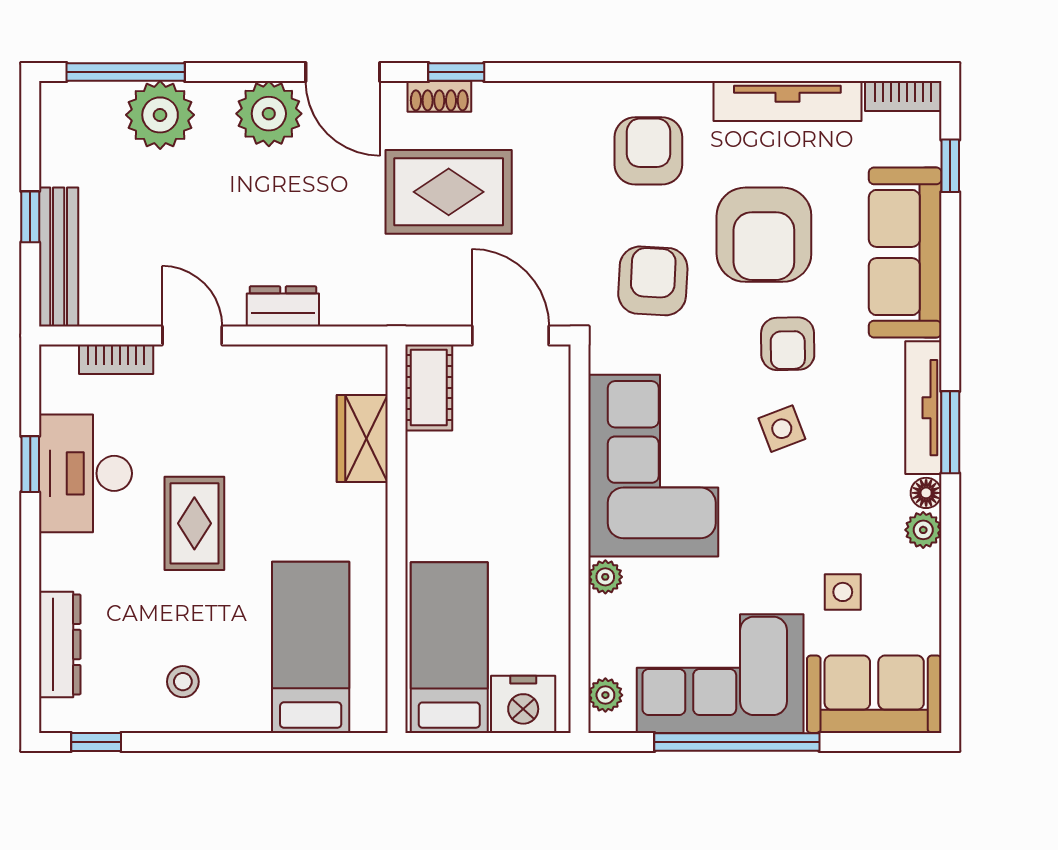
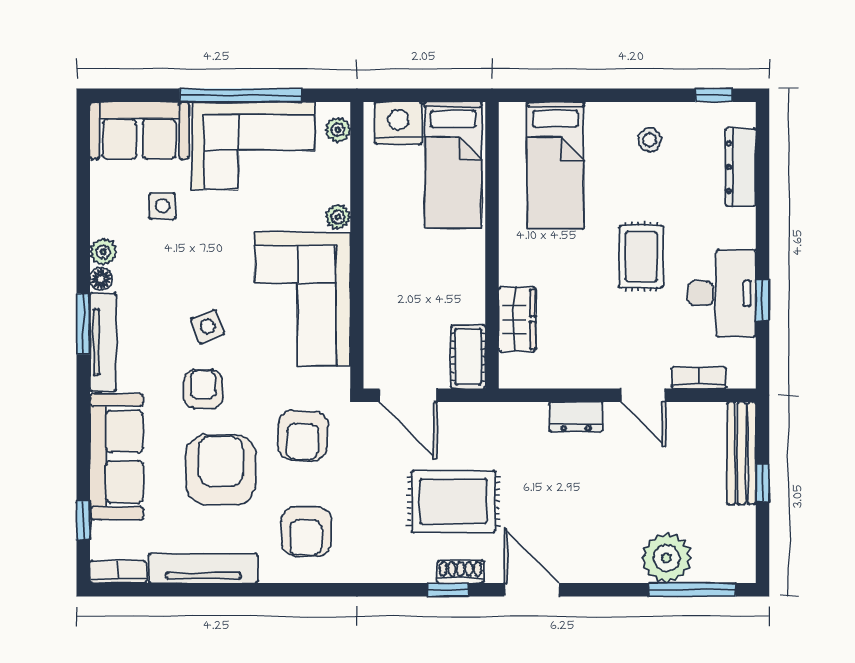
plant: (269, 114) -> (586, 559), removed

